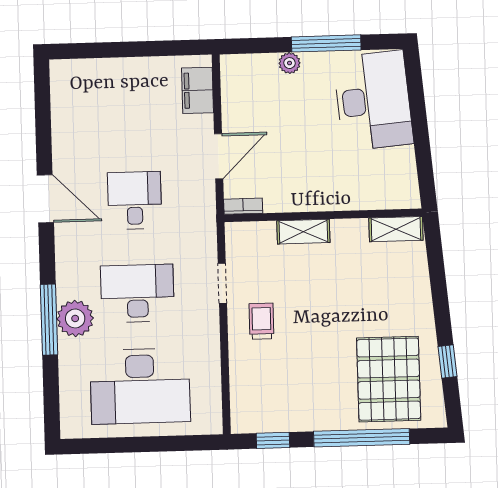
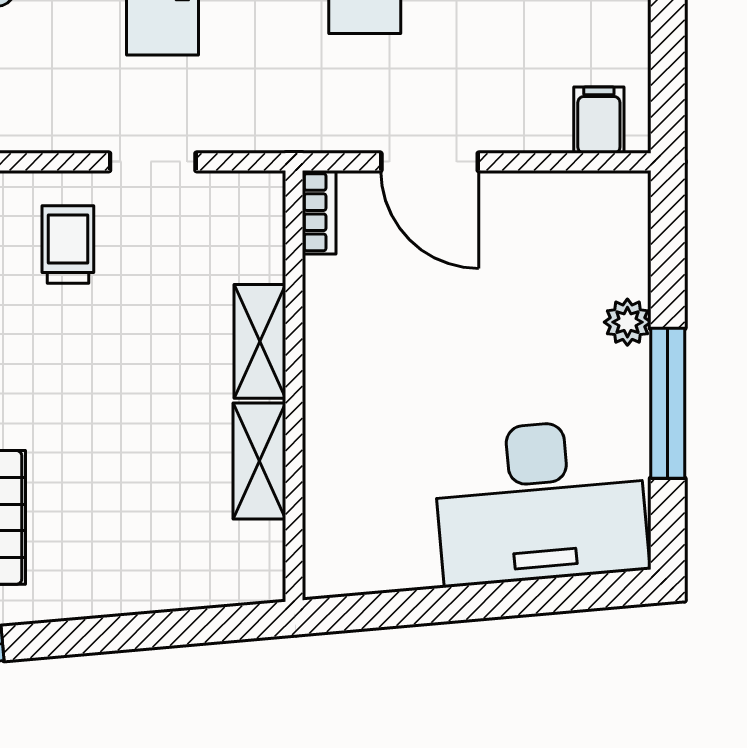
filing cabinet: (197, 90) -> (599, 120), width x0.50
shelving: (396, 229) -> (259, 461), moved
trolley: (261, 321) -> (68, 245), turned -90

